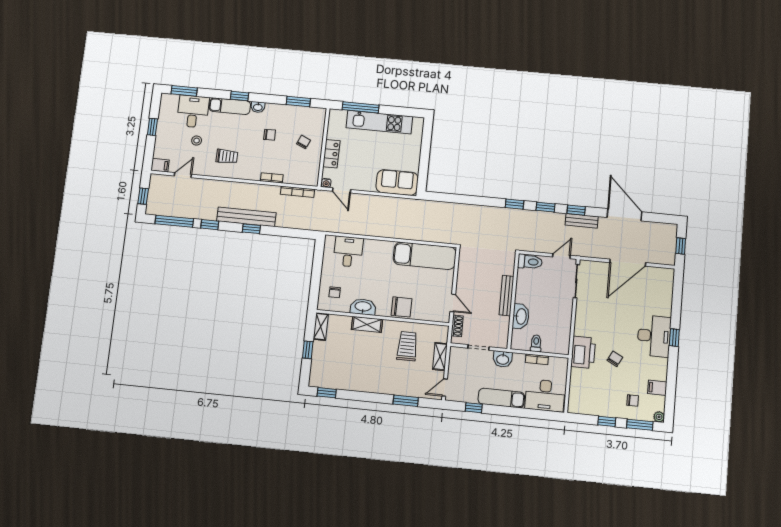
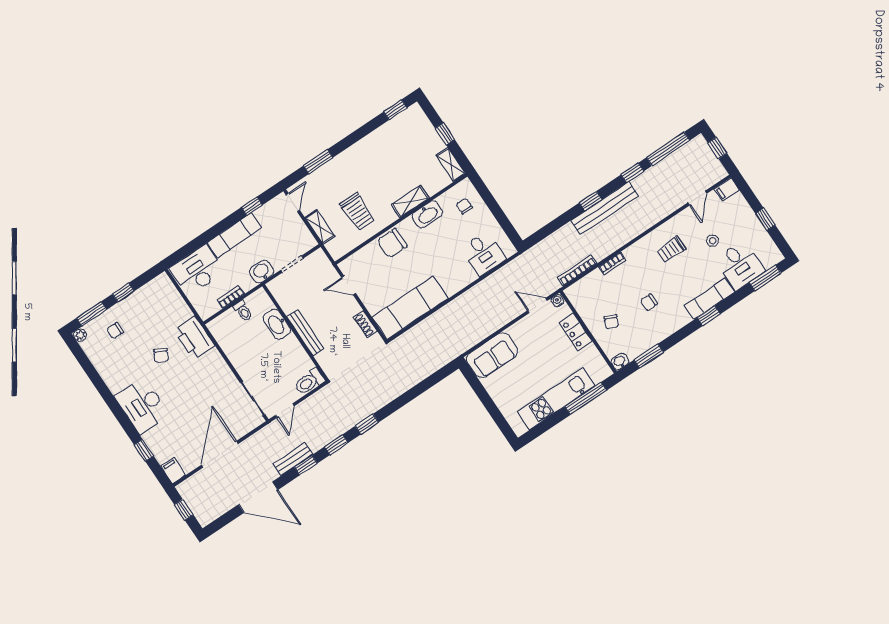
washbasin: (258, 107) -> (620, 362), moved
shoe rack: (457, 326) -> (365, 324), moved
window: (674, 338) -> (144, 450), moved
filing cabinet: (657, 388) -> (173, 471), moved, turned -90

